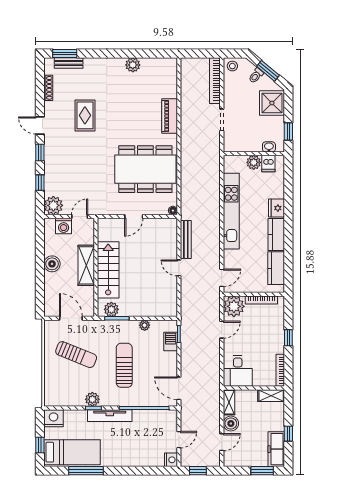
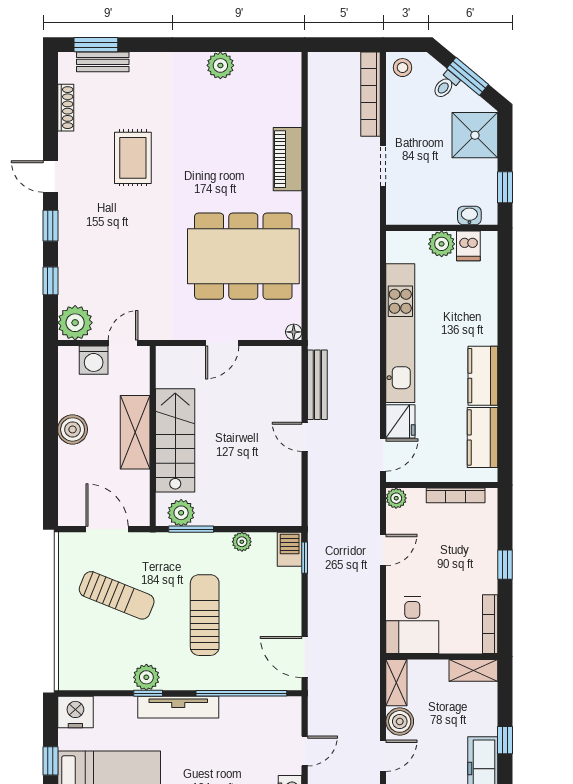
fridge: (277, 208) -> (400, 421), moved, turned 180
plant: (234, 306) -> (396, 498), width x0.53, depth x0.53
barbecue: (171, 341) -> (290, 549), moved

